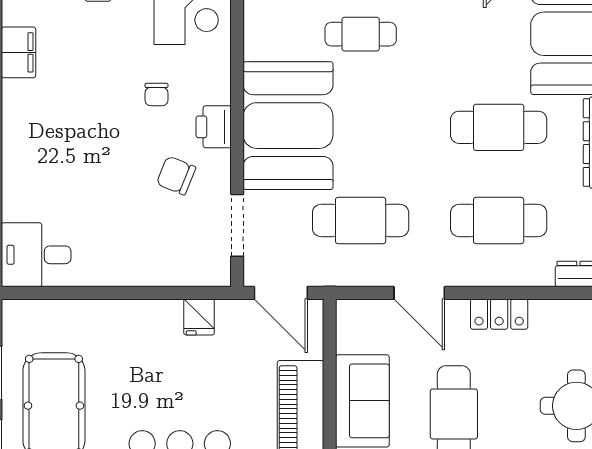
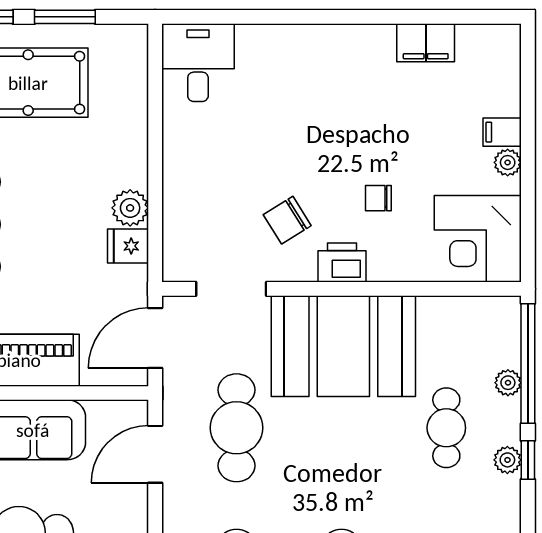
chair: (176, 175) -> (287, 220), turned -144
door: (419, 293) -> (155, 454), moved
plant: (165, 315) -> (130, 208), added

